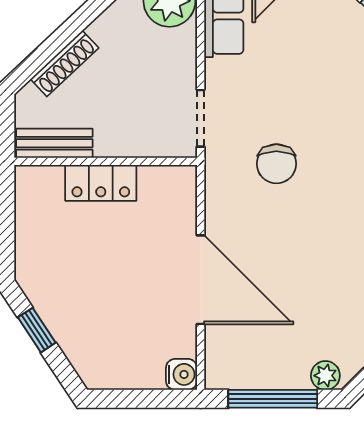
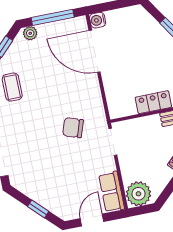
chair: (276, 164) -> (73, 128), turned -71
door: (201, 280) -> (95, 51), moved

